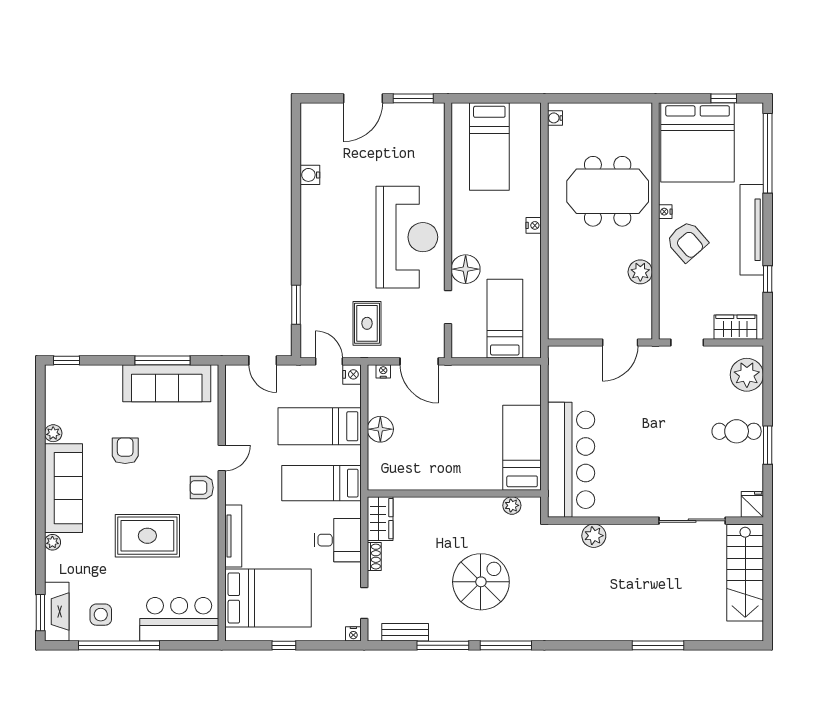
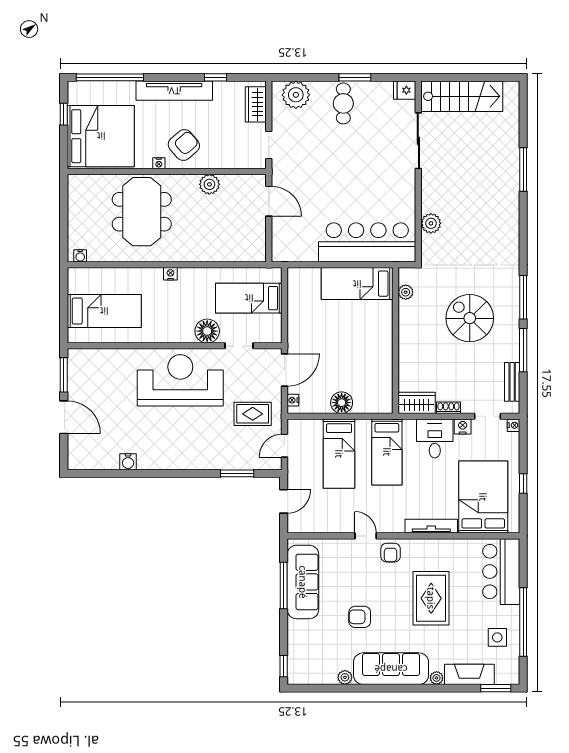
nightstand: (352, 374) -> (463, 426), moved
fireplace: (57, 612) -> (469, 674), moved

